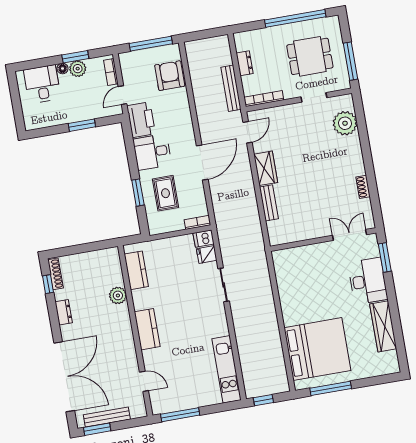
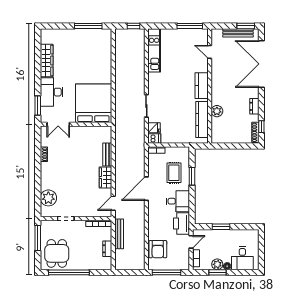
dining table: (310, 56) -> (57, 253), moved, turned 90
kitchen counter: (136, 270) -> (202, 119), width x1.50
bed: (317, 349) -> (93, 103), moved, turned 90

